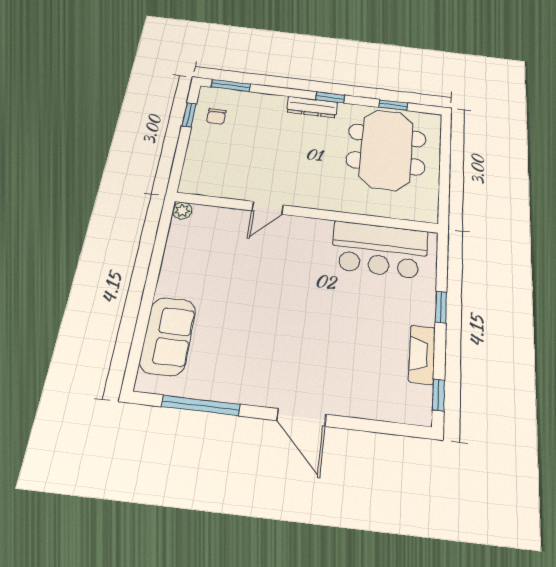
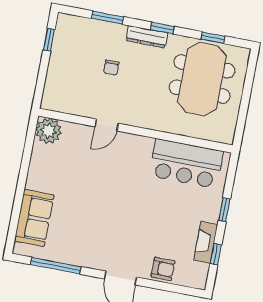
window: (231, 85) -> (108, 18), moved
chair: (216, 116) -> (111, 68), moved
plant: (182, 211) -> (48, 131), width x1.88, depth x1.88
window: (438, 395) -> (216, 254), moved
armchair: (364, 398) -> (163, 269), added

